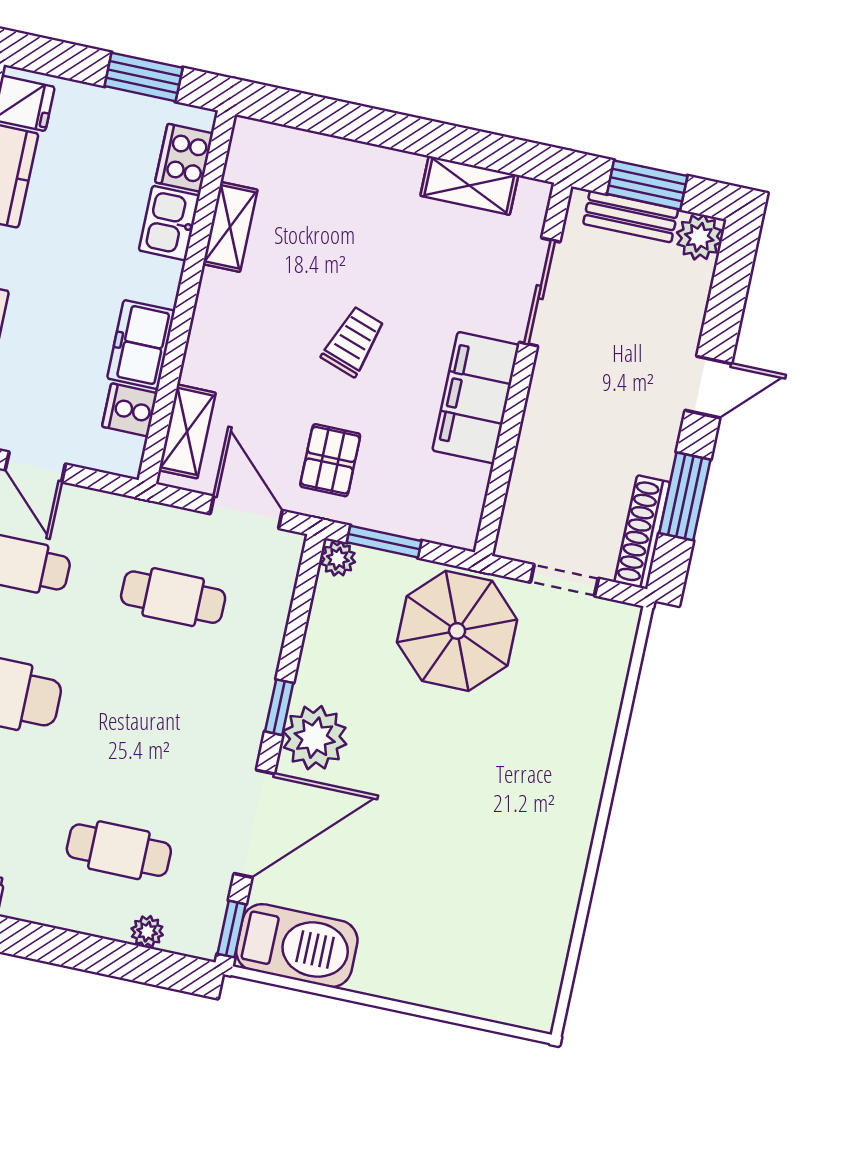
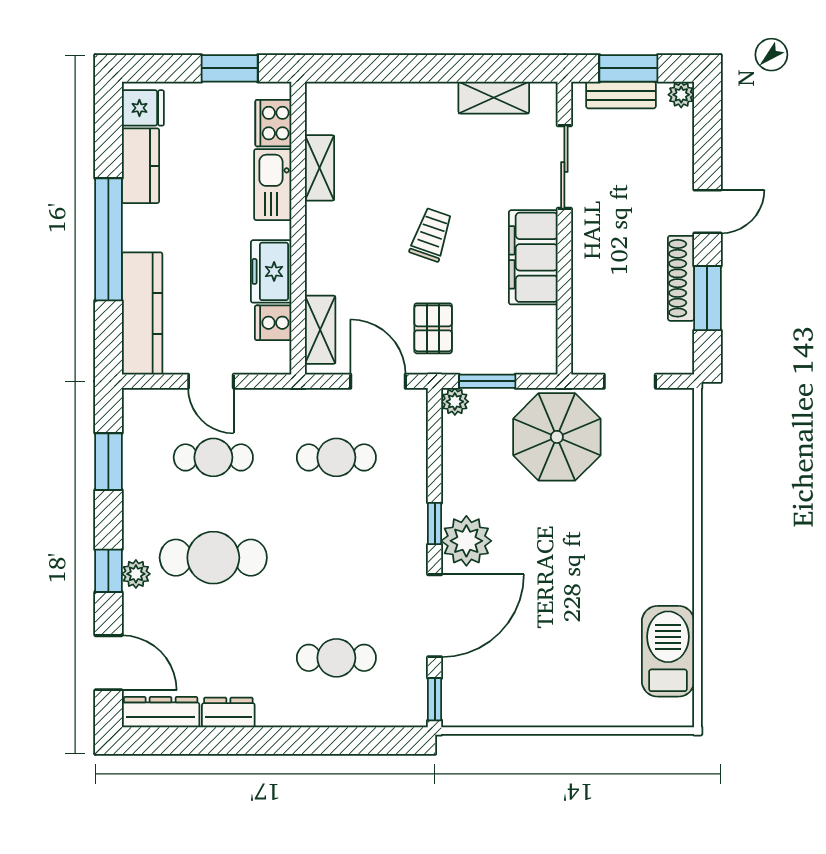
kitchen sink: (169, 223) -> (273, 185), width x1.38
plant: (699, 237) -> (681, 95), width x0.73, depth x0.73
shoe rack: (642, 532) -> (681, 278), moved
plant: (147, 932) -> (371, 715), removed
barbecue: (297, 946) -> (668, 651), moved, turned -90

